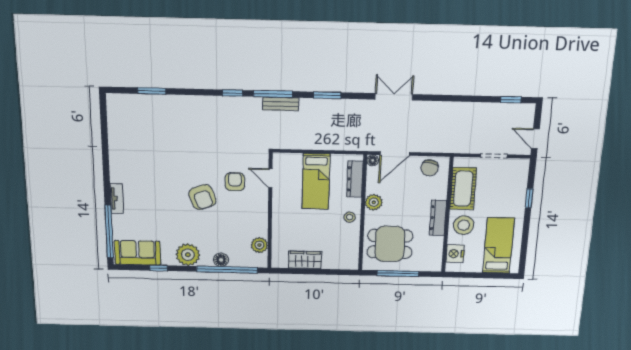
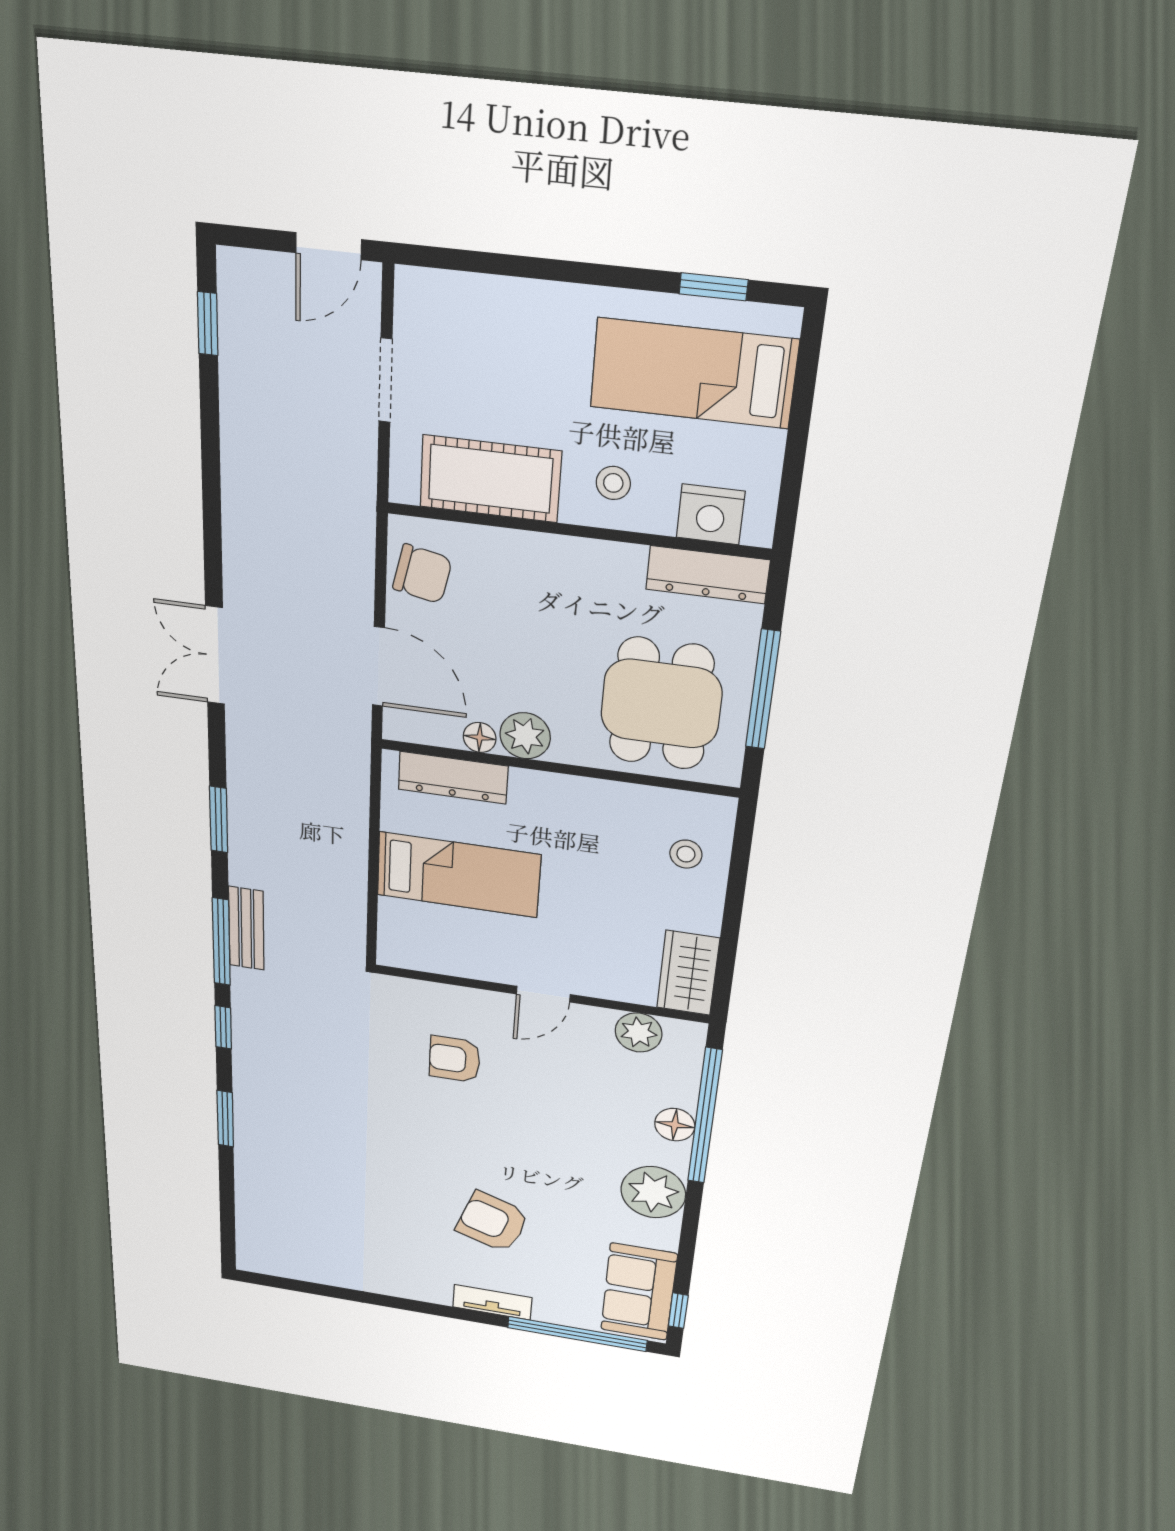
window: (152, 91) -> (225, 1119), moved
floor lamp: (373, 160) -> (480, 737), moved
door: (270, 178) -> (543, 994), moved
armchair: (202, 197) -> (493, 1222), moved, turned -141
window: (529, 198) -> (714, 287), moved
stool: (350, 217) -> (686, 854), moved
dresser: (438, 218) -> (708, 575), moved
stool: (464, 225) -> (613, 483), width x0.53, depth x0.53
wardrobe: (305, 260) -> (688, 973), moved
window: (159, 268) -> (678, 1311), moved

